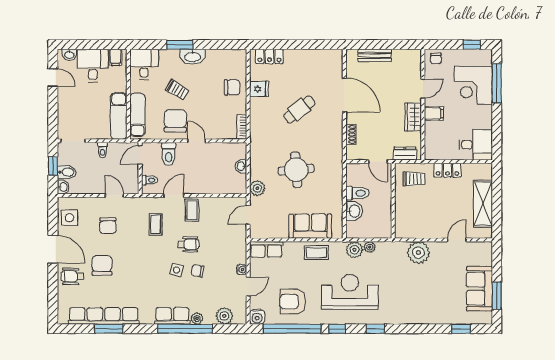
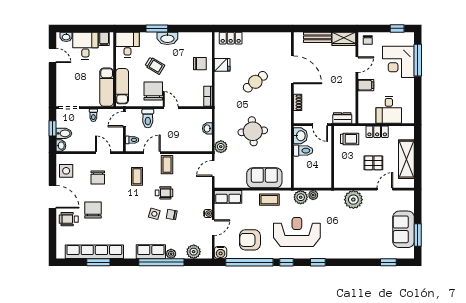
wardrobe: (413, 117) -> (344, 39), moved, turned -90
desk: (476, 145) -> (389, 110), moved, turned 90
pallet: (443, 208) -> (373, 163), added
washbasin: (354, 211) -> (300, 136), moved

